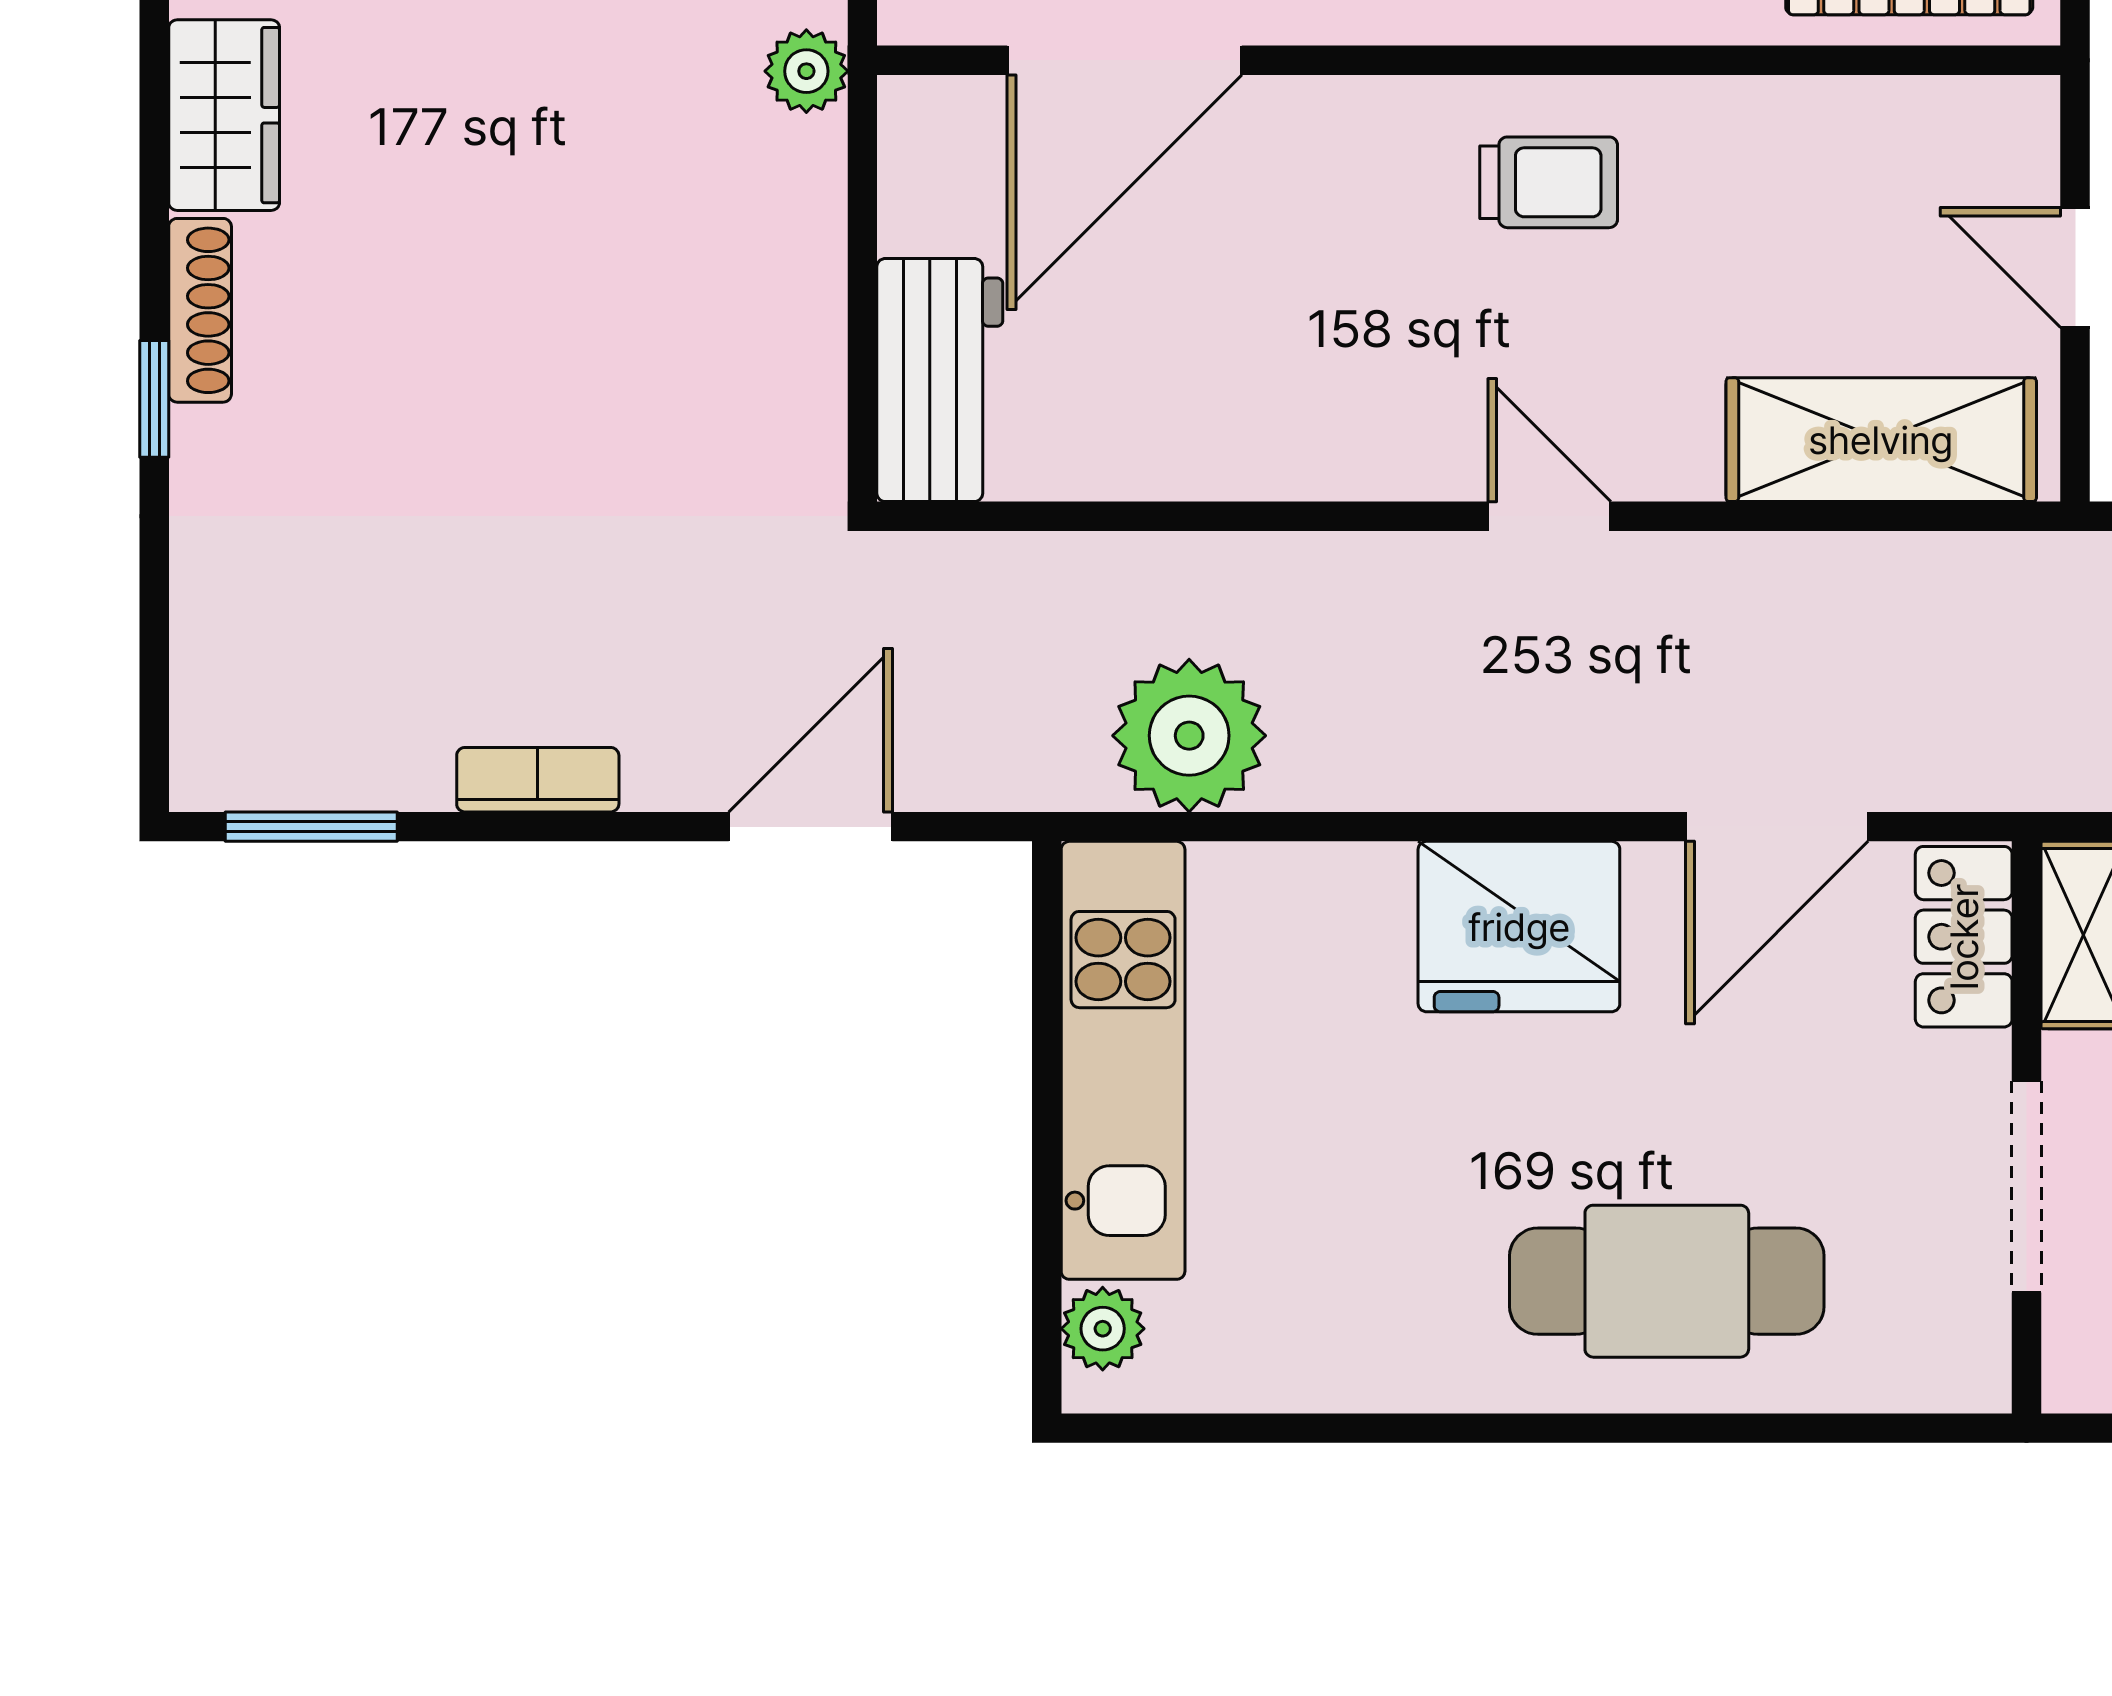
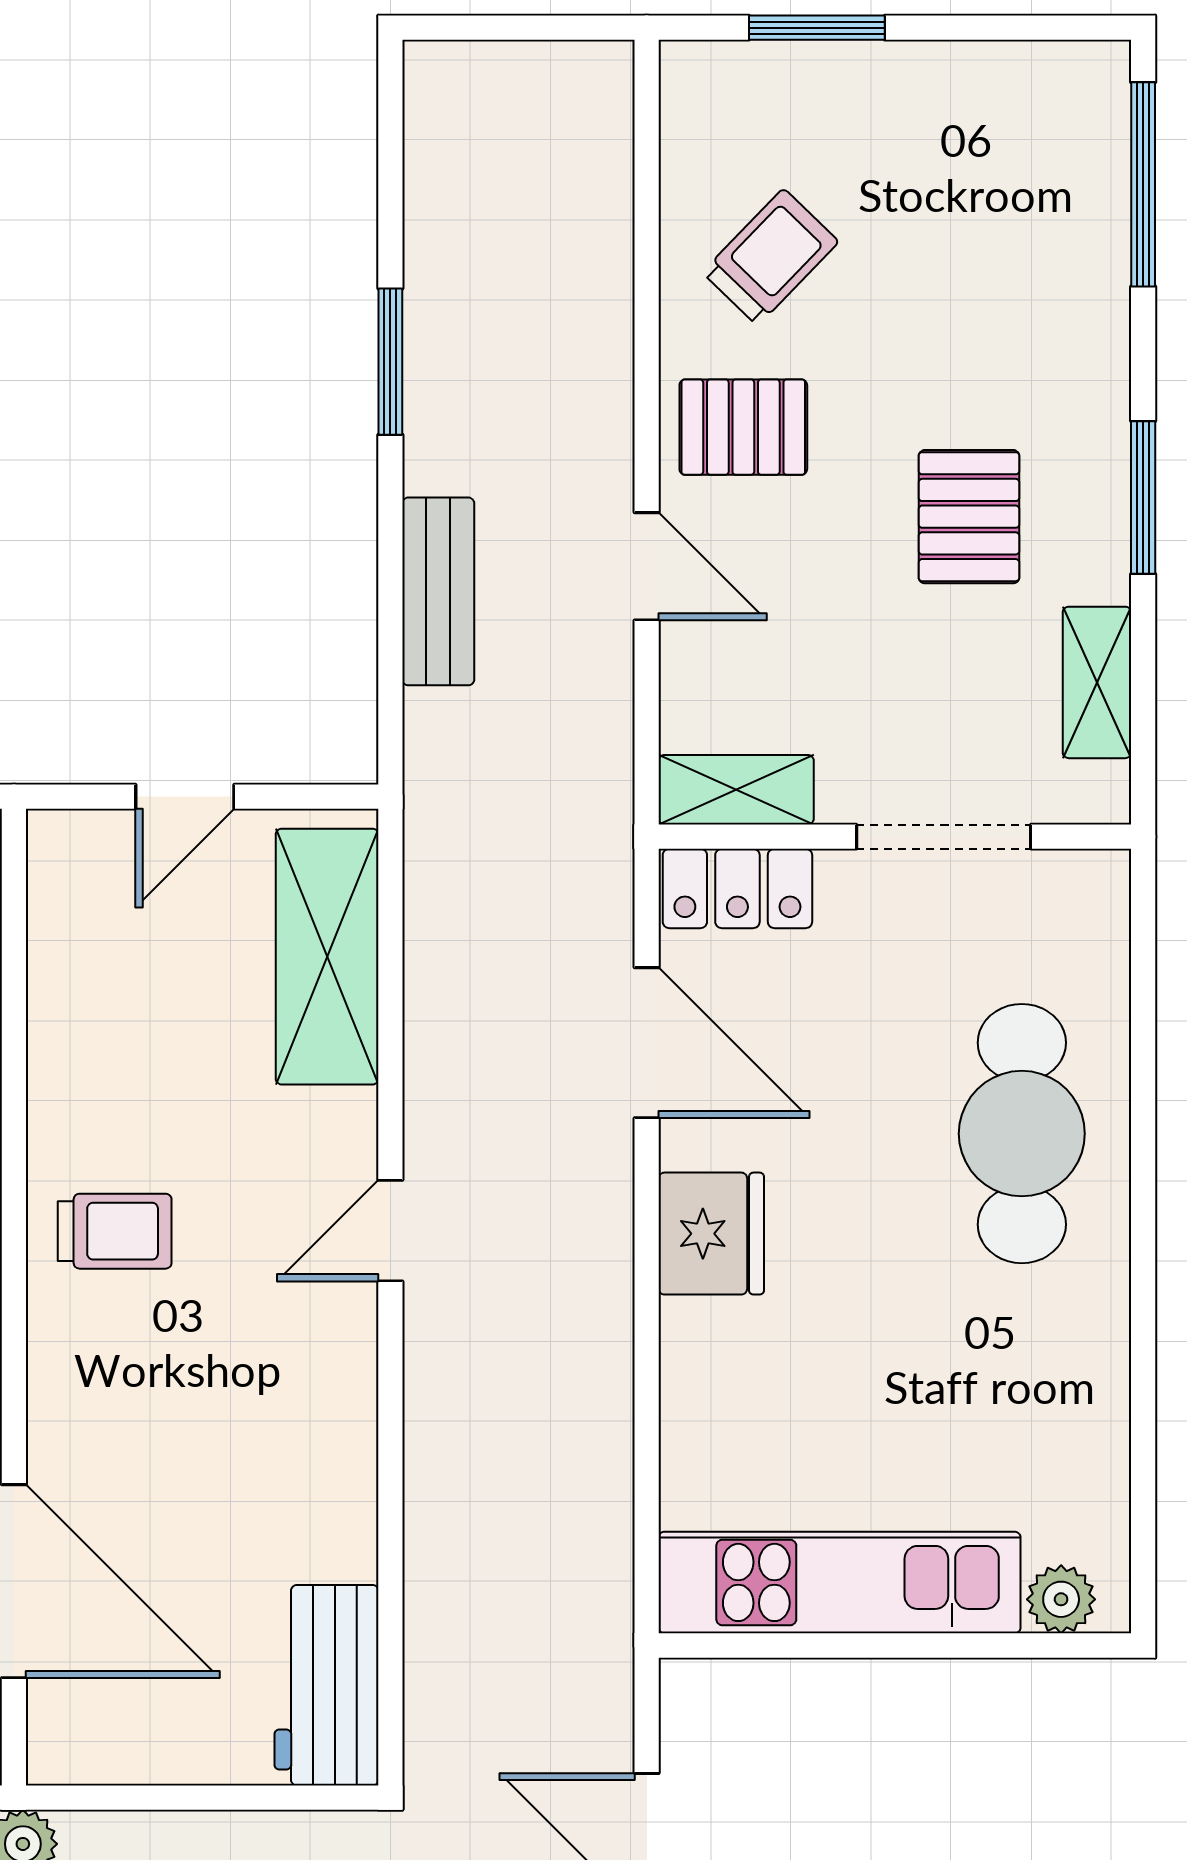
trolley: (1549, 182) -> (115, 1231), turned 90
workbench: (940, 380) -> (326, 1685), moved, turned -90
plant: (1189, 736) -> (571, 1528), removed
fridge: (1519, 927) -> (711, 1234), width x0.73, depth x0.75

